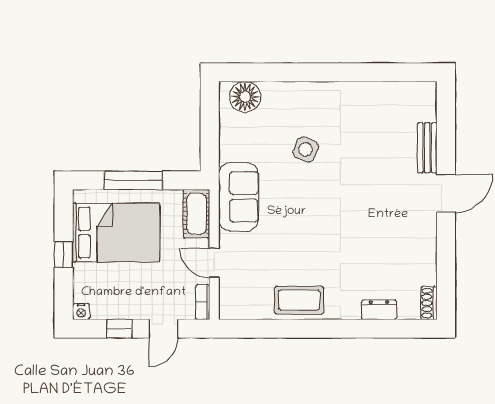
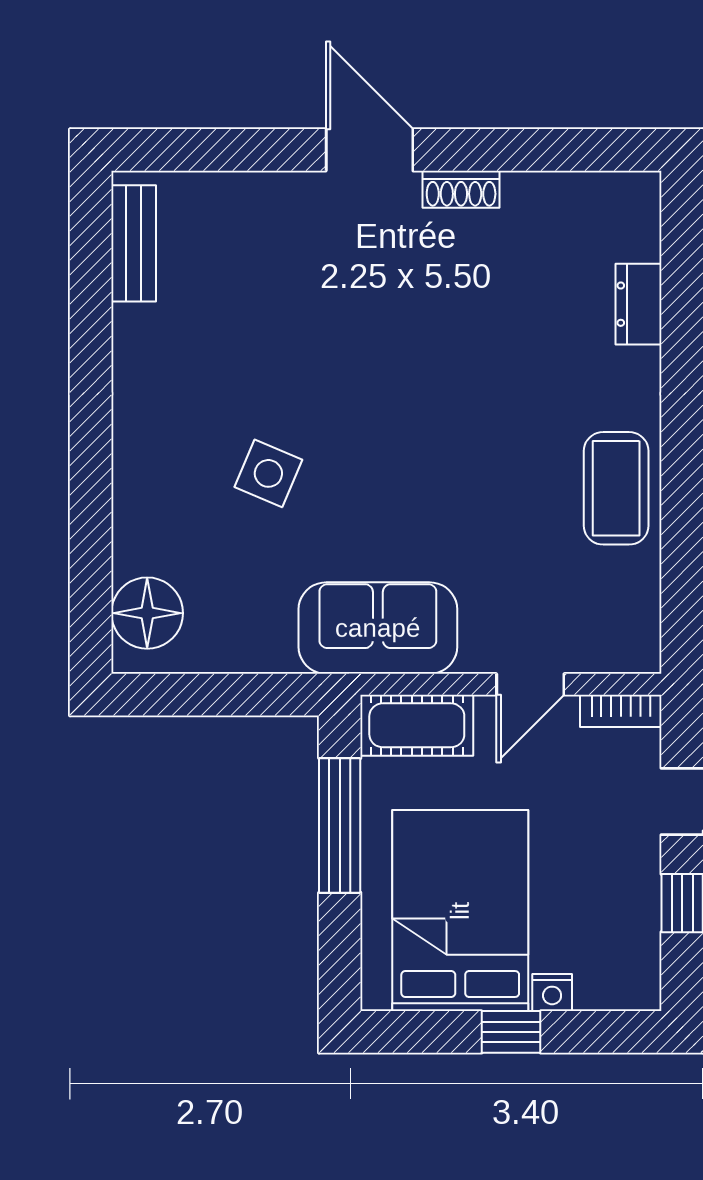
bench: (427, 148) -> (134, 243), moved, turned 90
window: (133, 180) -> (340, 825), moved
shoe rack: (429, 303) -> (461, 189), moved
nightstand: (81, 312) -> (552, 992), moved, turned 90

